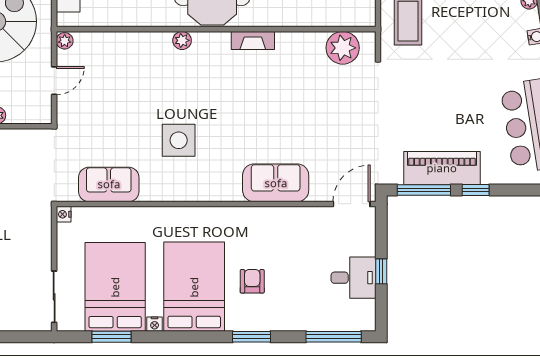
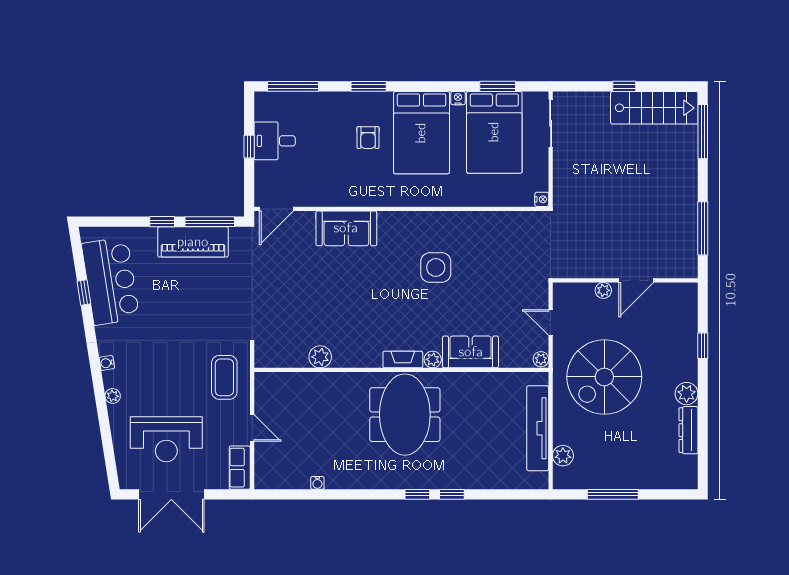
fireplace: (253, 40) -> (403, 360), moved
plant: (343, 48) -> (320, 357), moved, width x0.73, depth x0.73
door: (54, 81) -> (551, 322), hinge flipped
sofa: (109, 184) -> (471, 352), moved, turned 180

